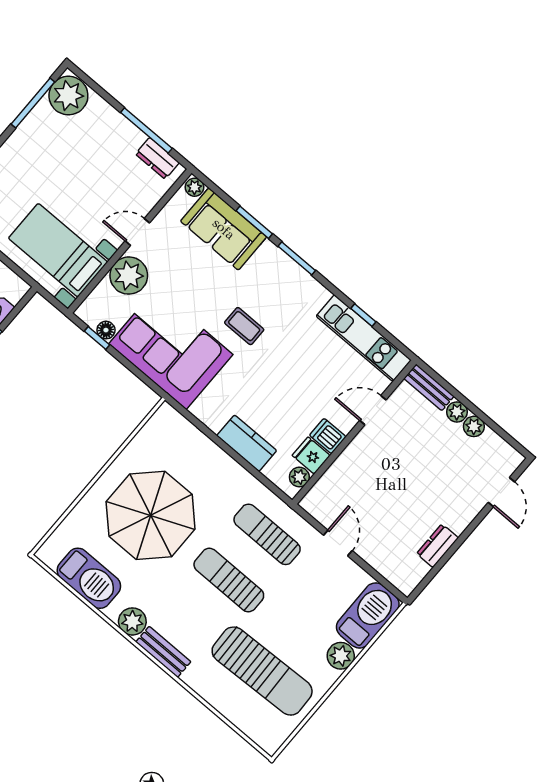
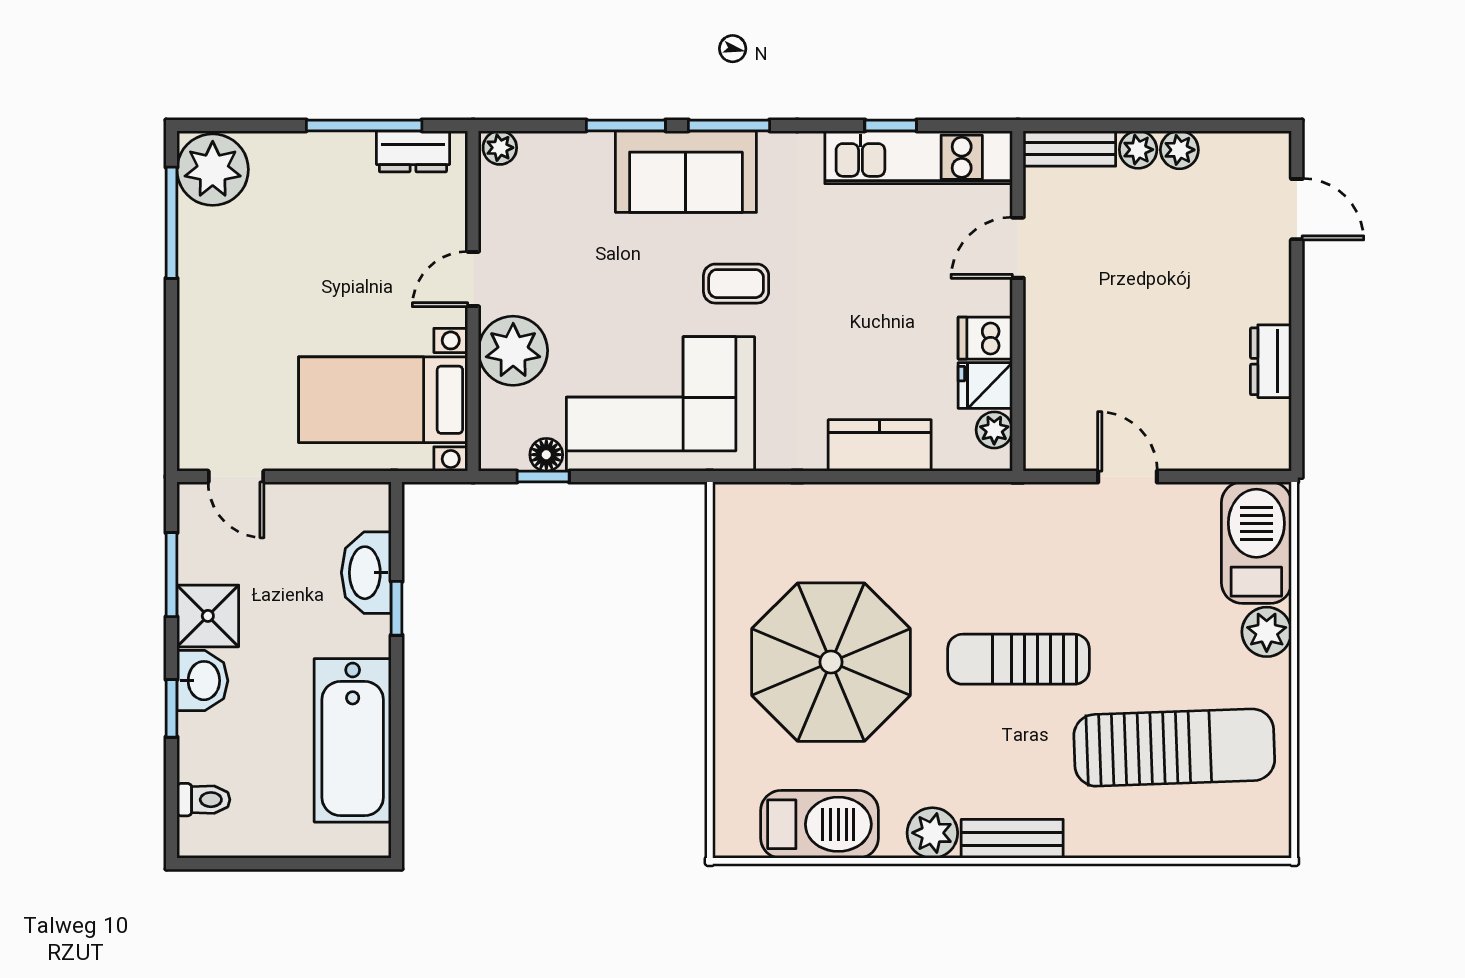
sofa: (224, 229) -> (686, 172), moved
sun lounger: (267, 534) -> (1018, 549), removed

